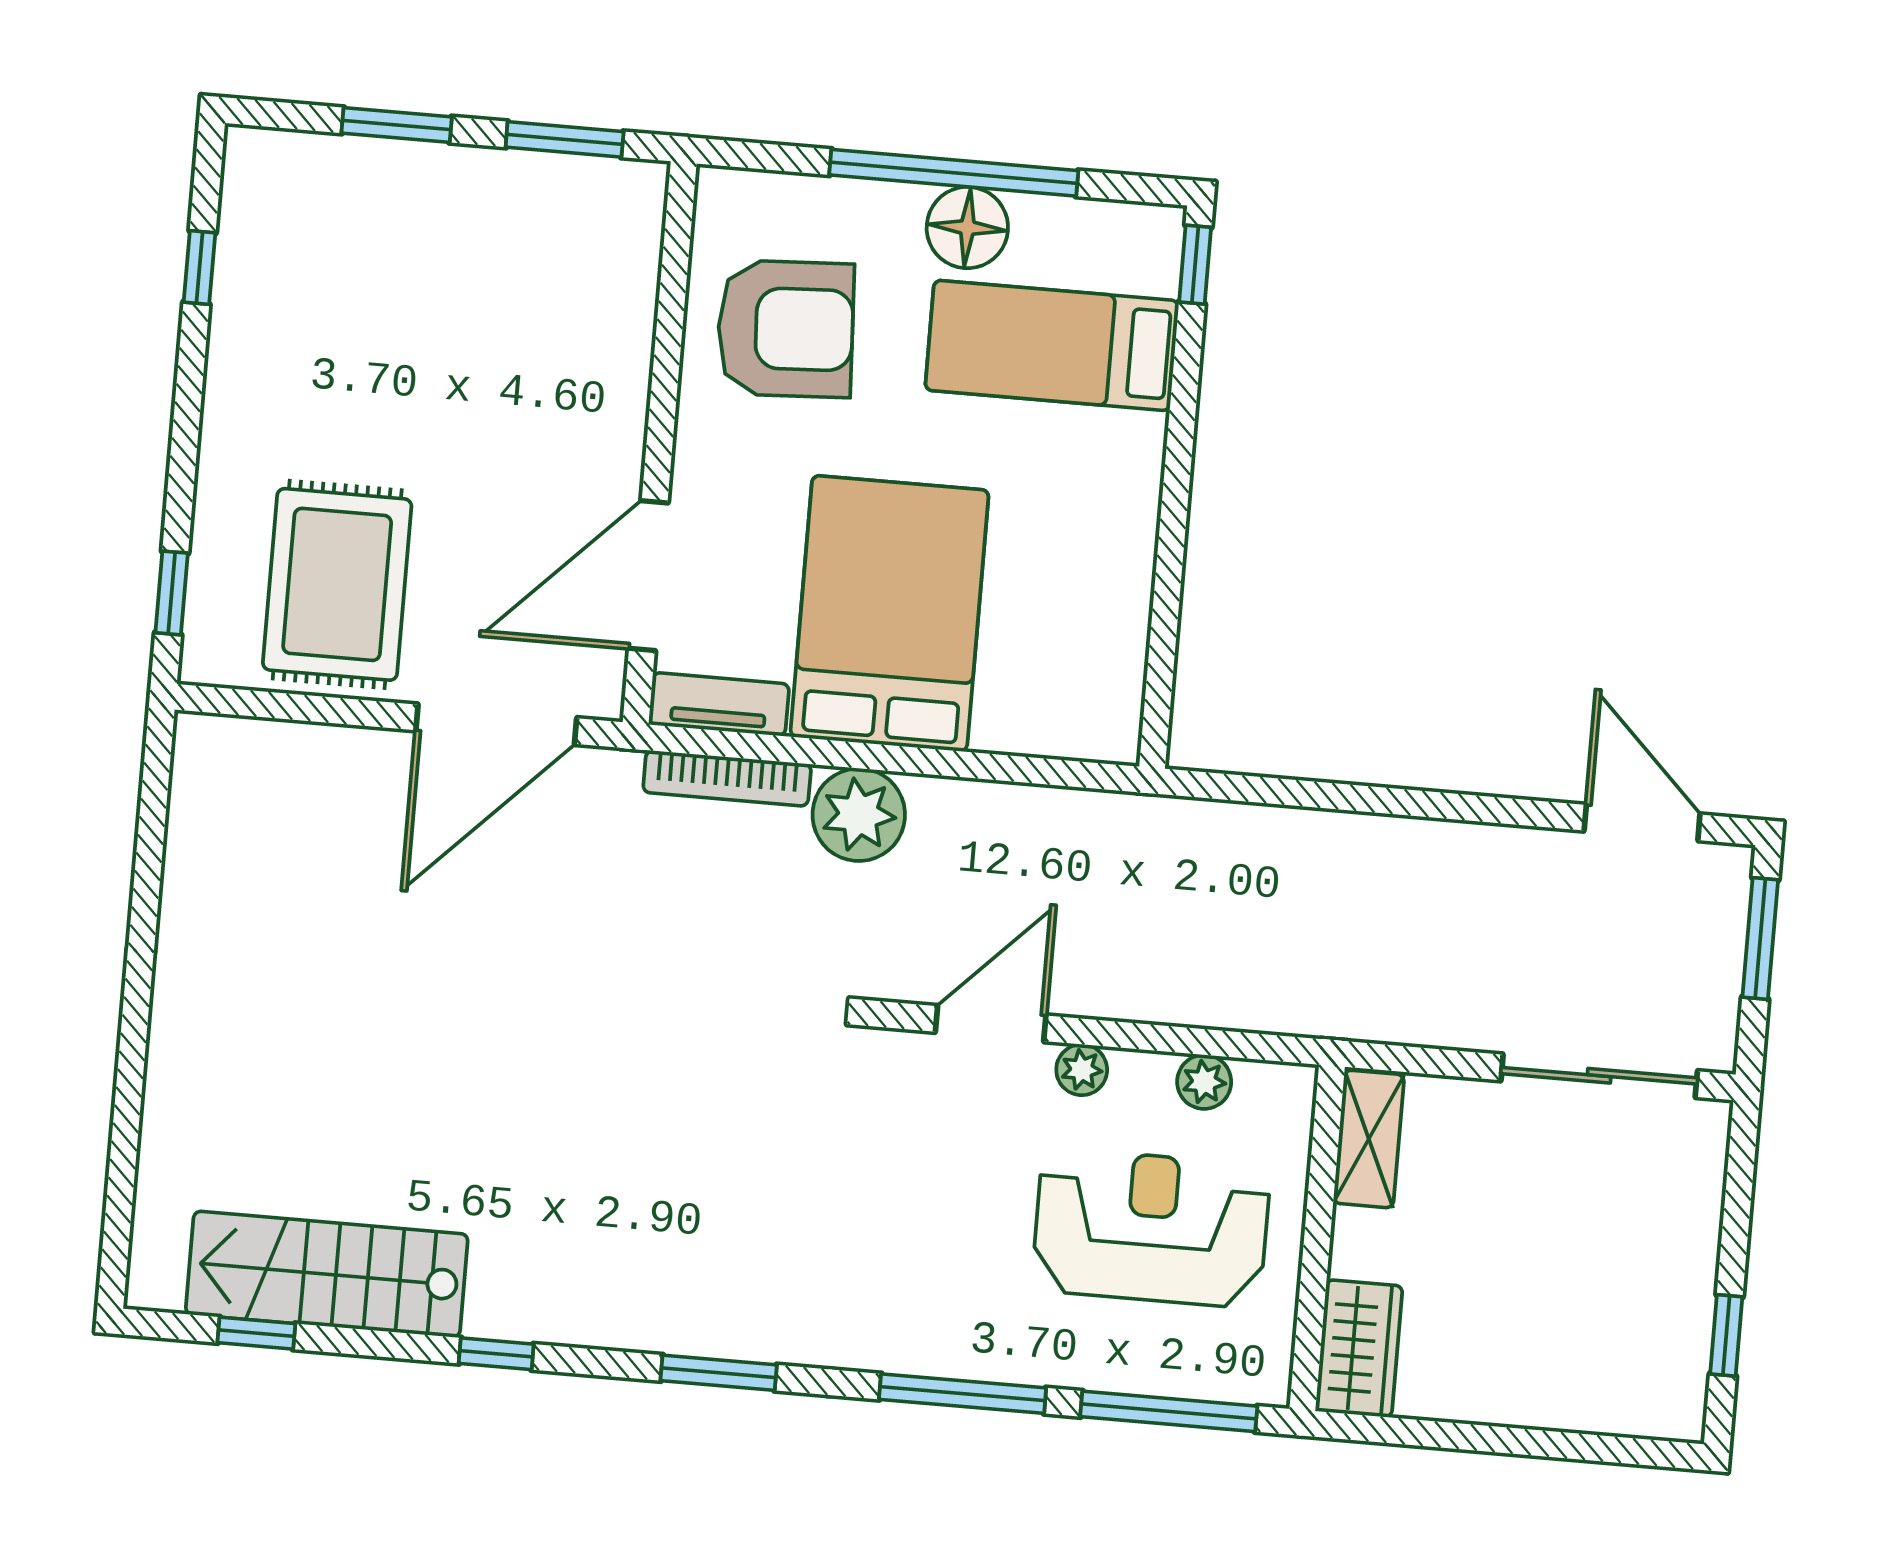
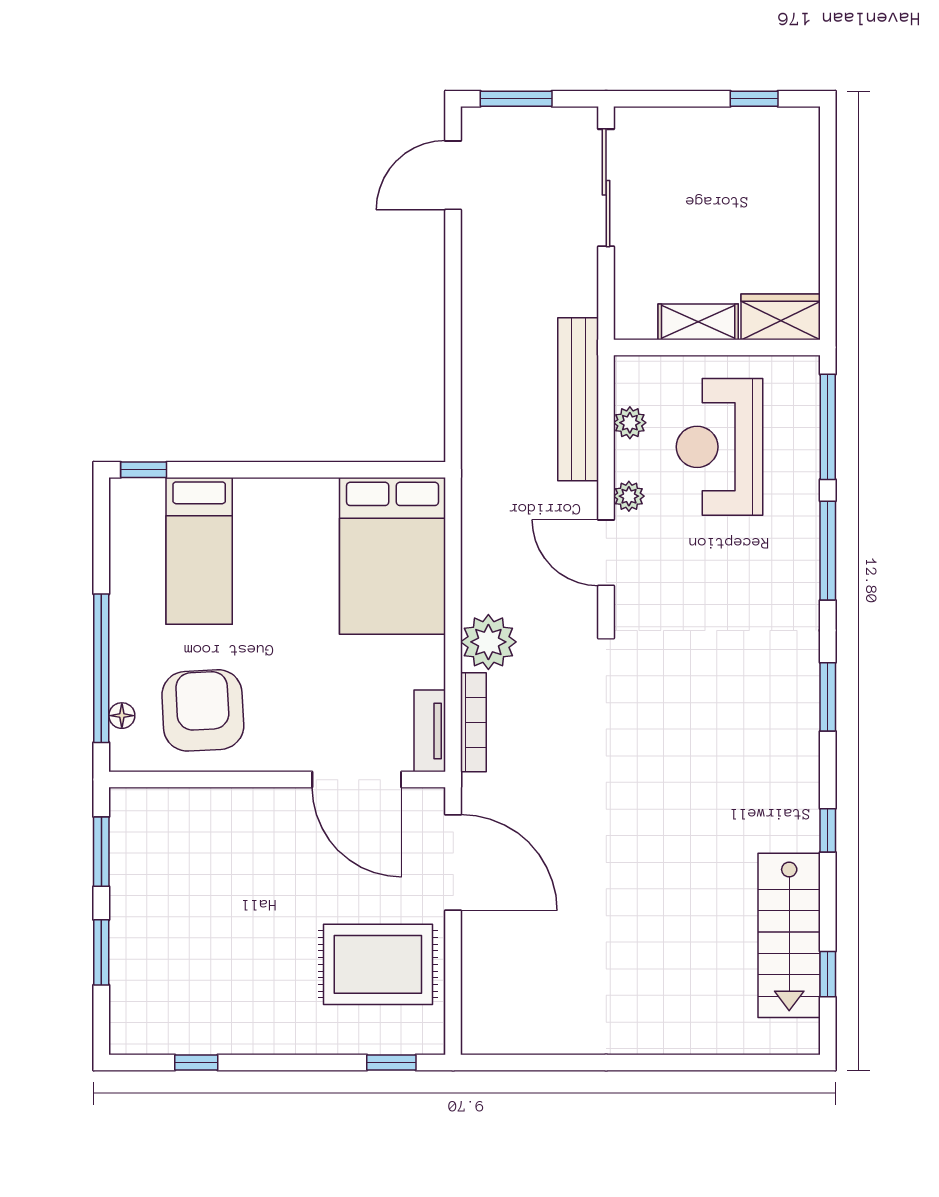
window: (954, 173) -> (101, 668), moved
floor lamp: (967, 228) -> (122, 716), moved, width x0.53, depth x0.53
bed: (890, 613) -> (392, 556), moved, turned -90
bench: (1251, 999) -> (578, 399), added
shelving: (1369, 1139) -> (698, 322), moved

